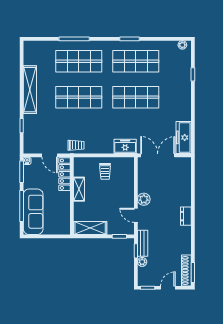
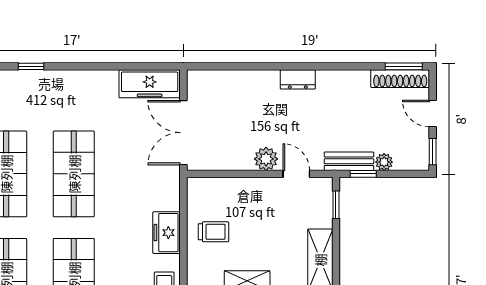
freezer: (125, 146) -> (167, 233), moved
door: (136, 215) -> (296, 174), swing flipped

